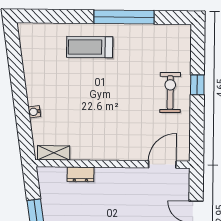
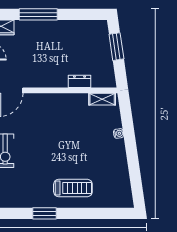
window: (124, 17) -> (44, 213), width x0.47

